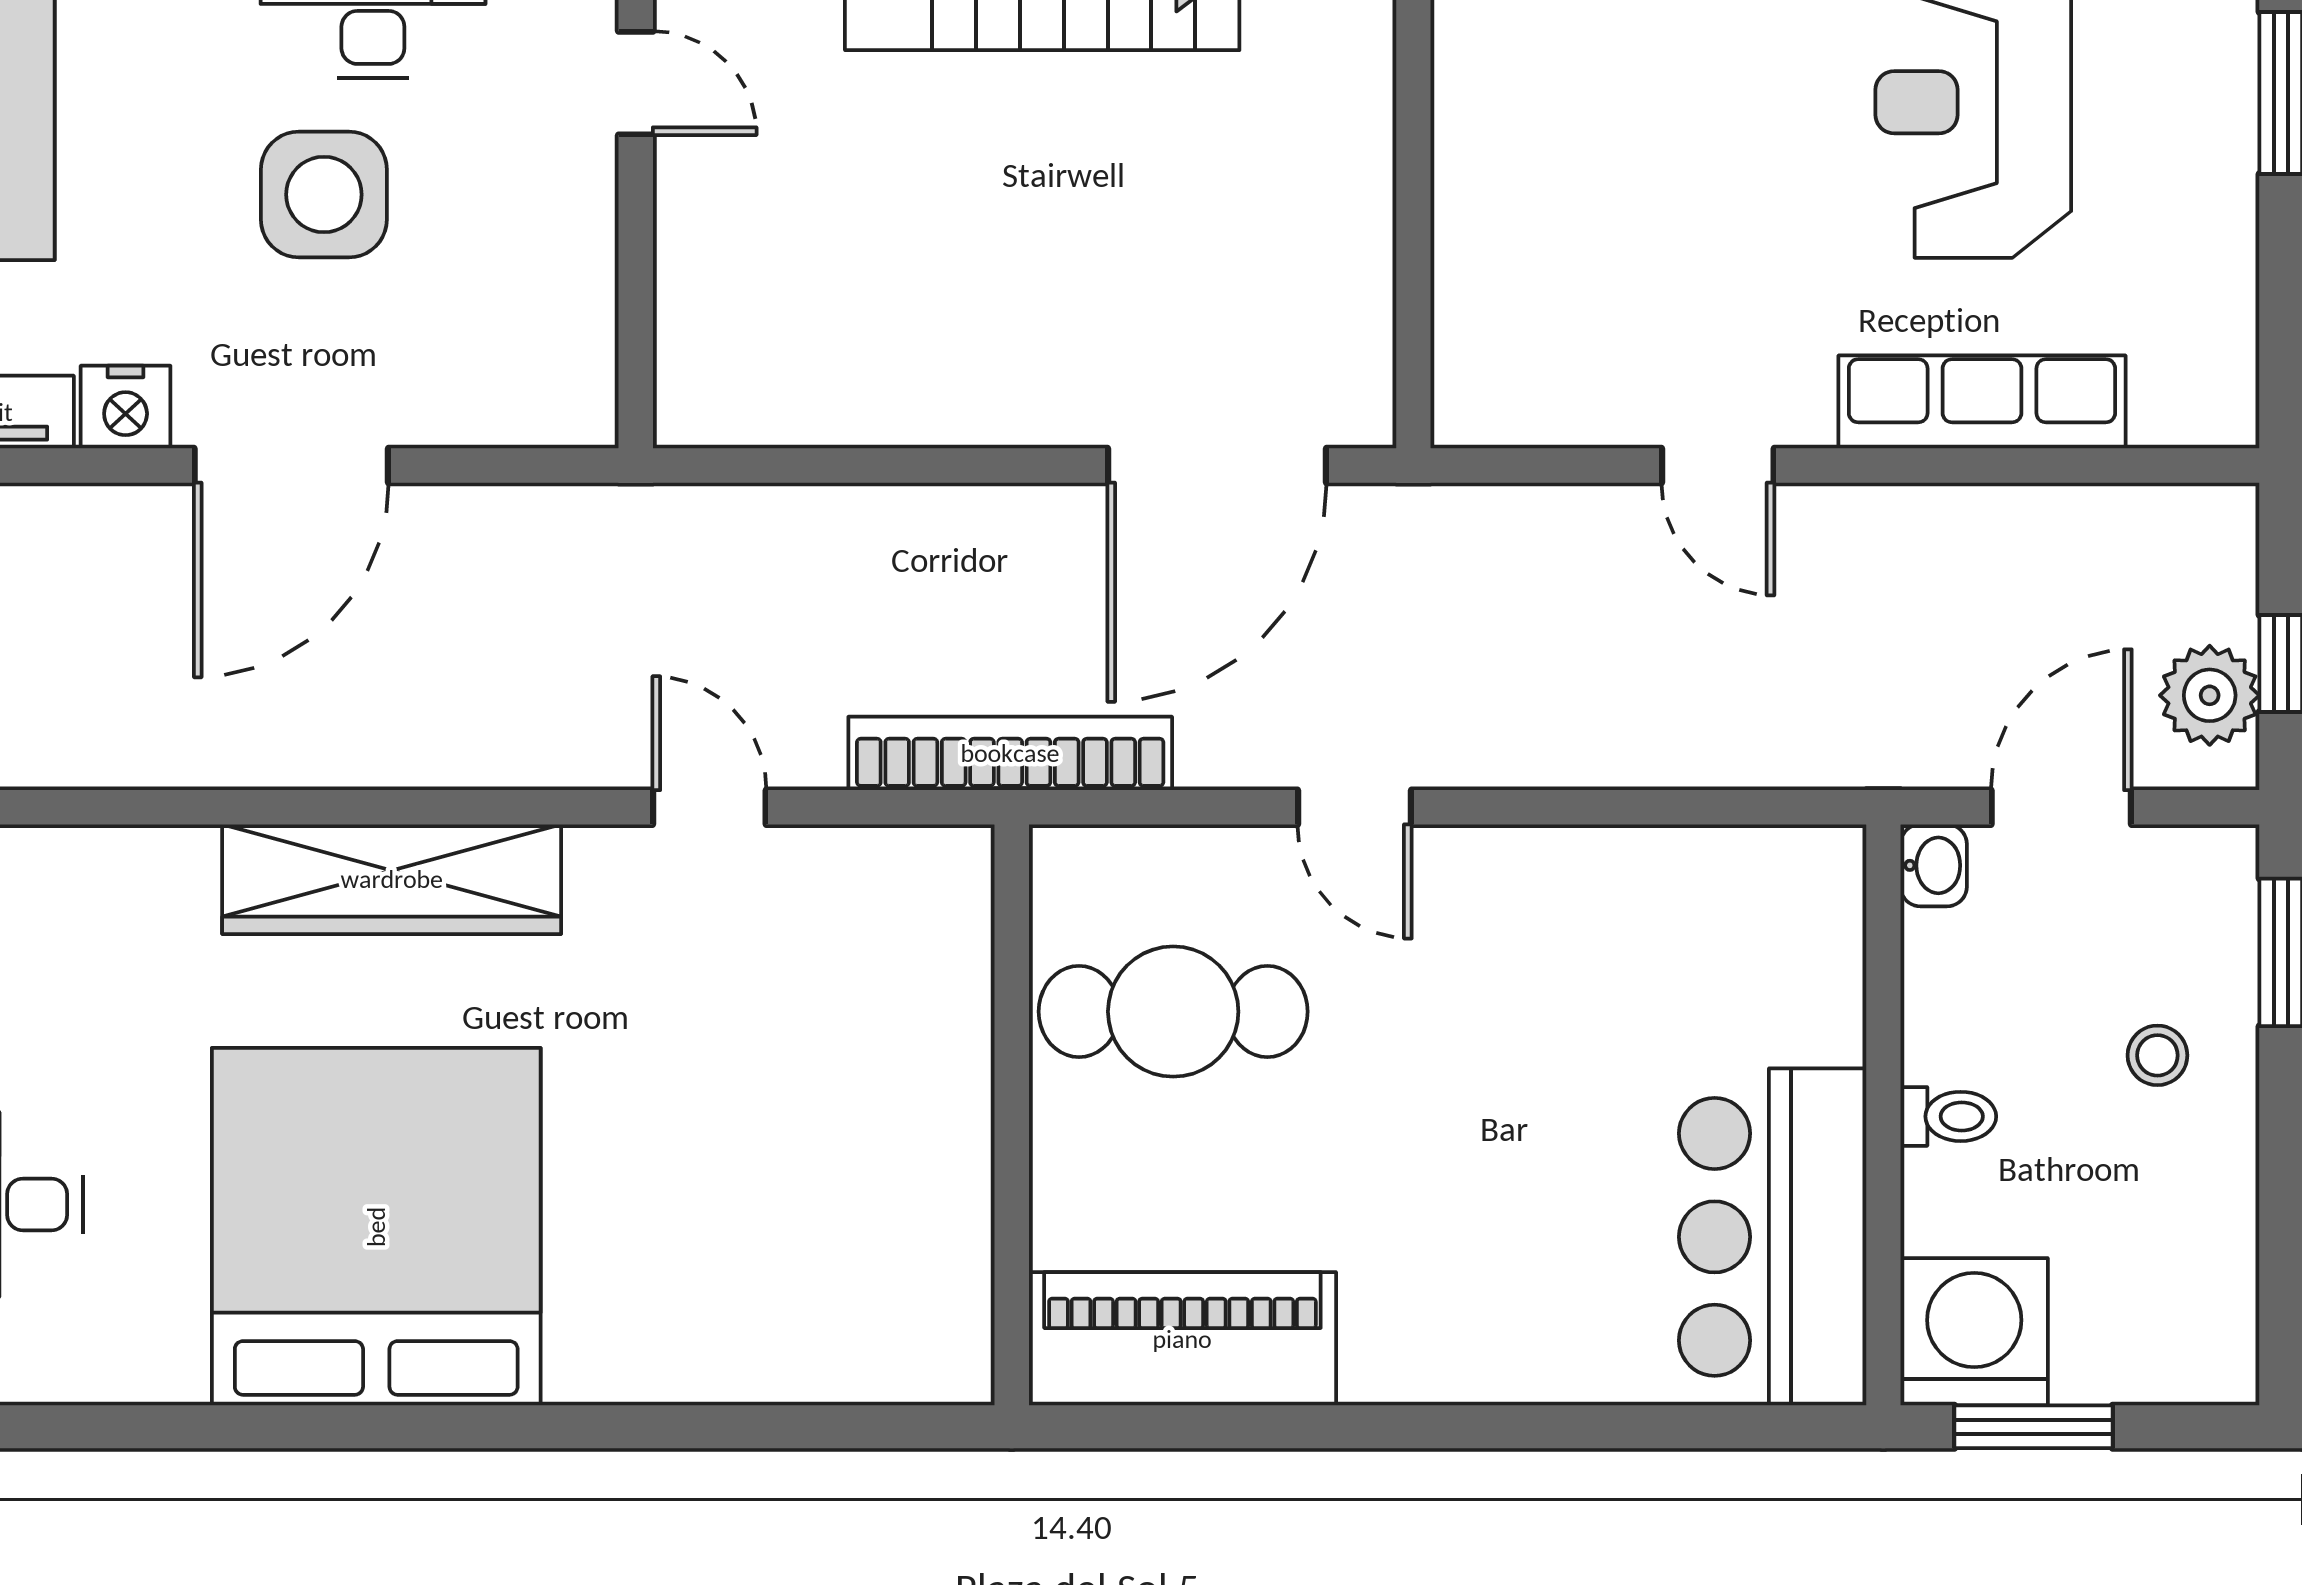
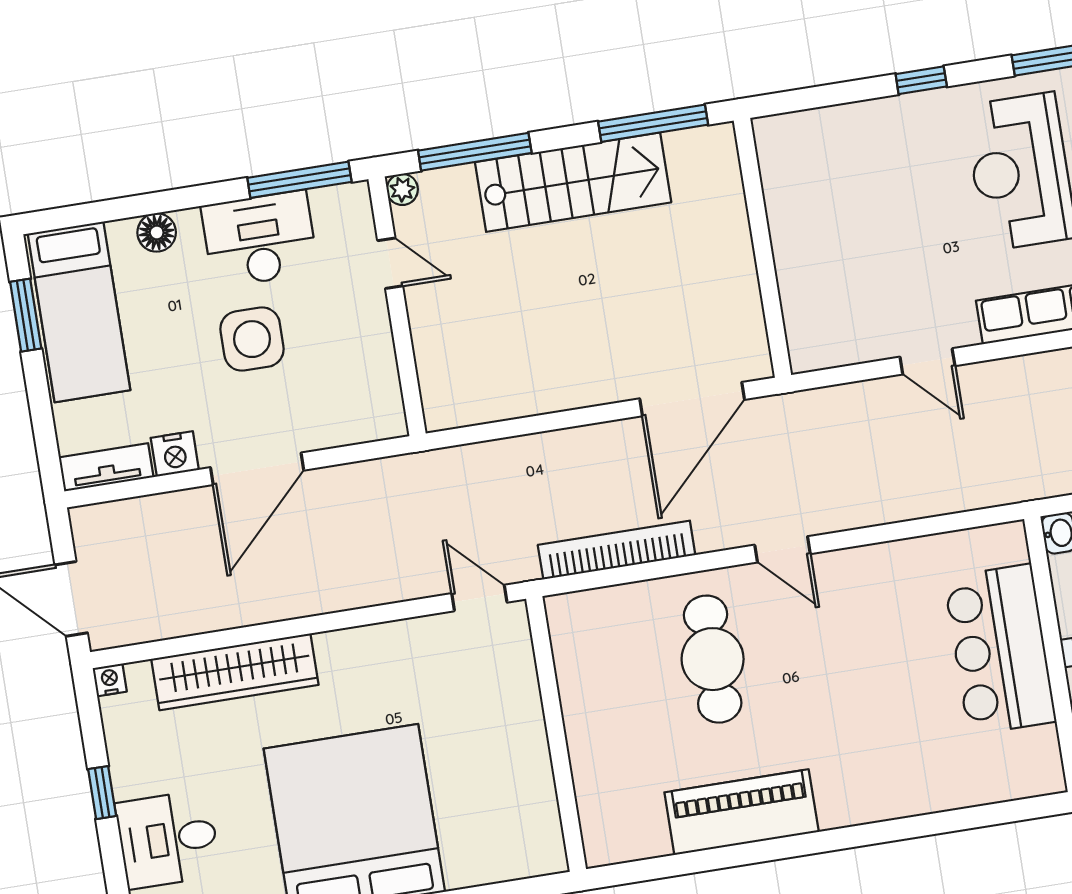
wardrobe: (392, 879) -> (235, 672), moved
cafe table: (1173, 1012) -> (713, 659), turned 90
wall: (1012, 1115) -> (556, 734), moved
bar counter: (1773, 1237) -> (1000, 649), moved

